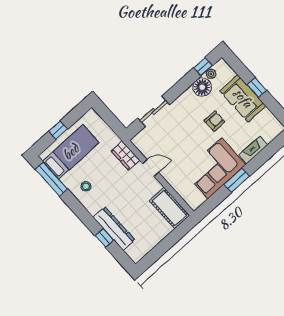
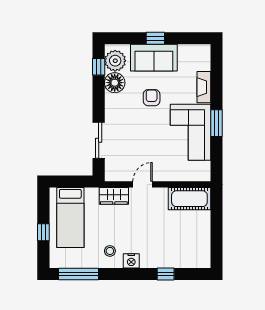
plant: (211, 74) -> (115, 61), width x1.88, depth x1.88
bed: (71, 152) -> (70, 218), moved, turned 180
nightstand: (92, 207) -> (131, 261), added
dresser: (114, 229) -> (165, 259), removed

